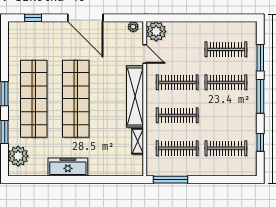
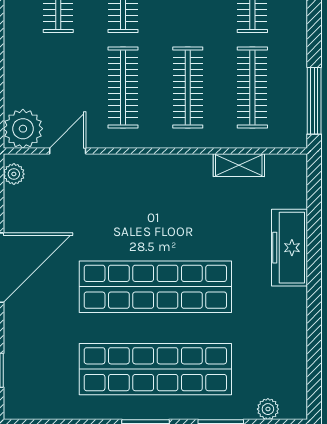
shelving: (135, 96) -> (151, 170), removed
plant: (18, 156) -> (268, 409), width x0.53, depth x0.53
freezer: (68, 167) -> (289, 248), moved

